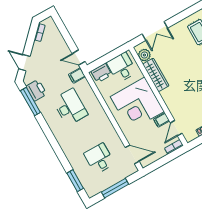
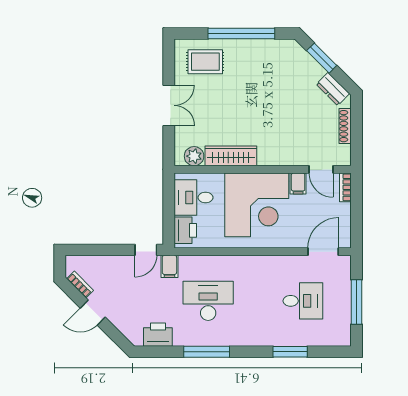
double door: (155, 31) -> (169, 105), moved
door: (24, 63) -> (93, 313), moved
window: (30, 102) -> (207, 352), moved
desk: (99, 159) -> (303, 301), turned 180
window: (75, 181) -> (290, 352), moved

